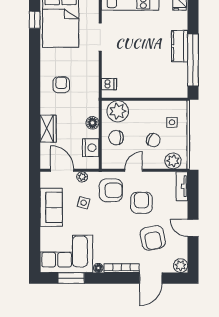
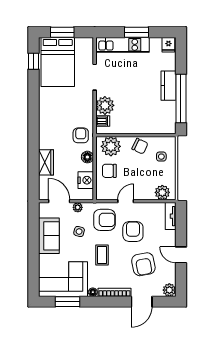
plant: (111, 67) -> (105, 105), added
armchair: (61, 85) -> (81, 135), moved
chair: (153, 140) -> (140, 146), moved
coffee table: (108, 228) -> (102, 255), added

